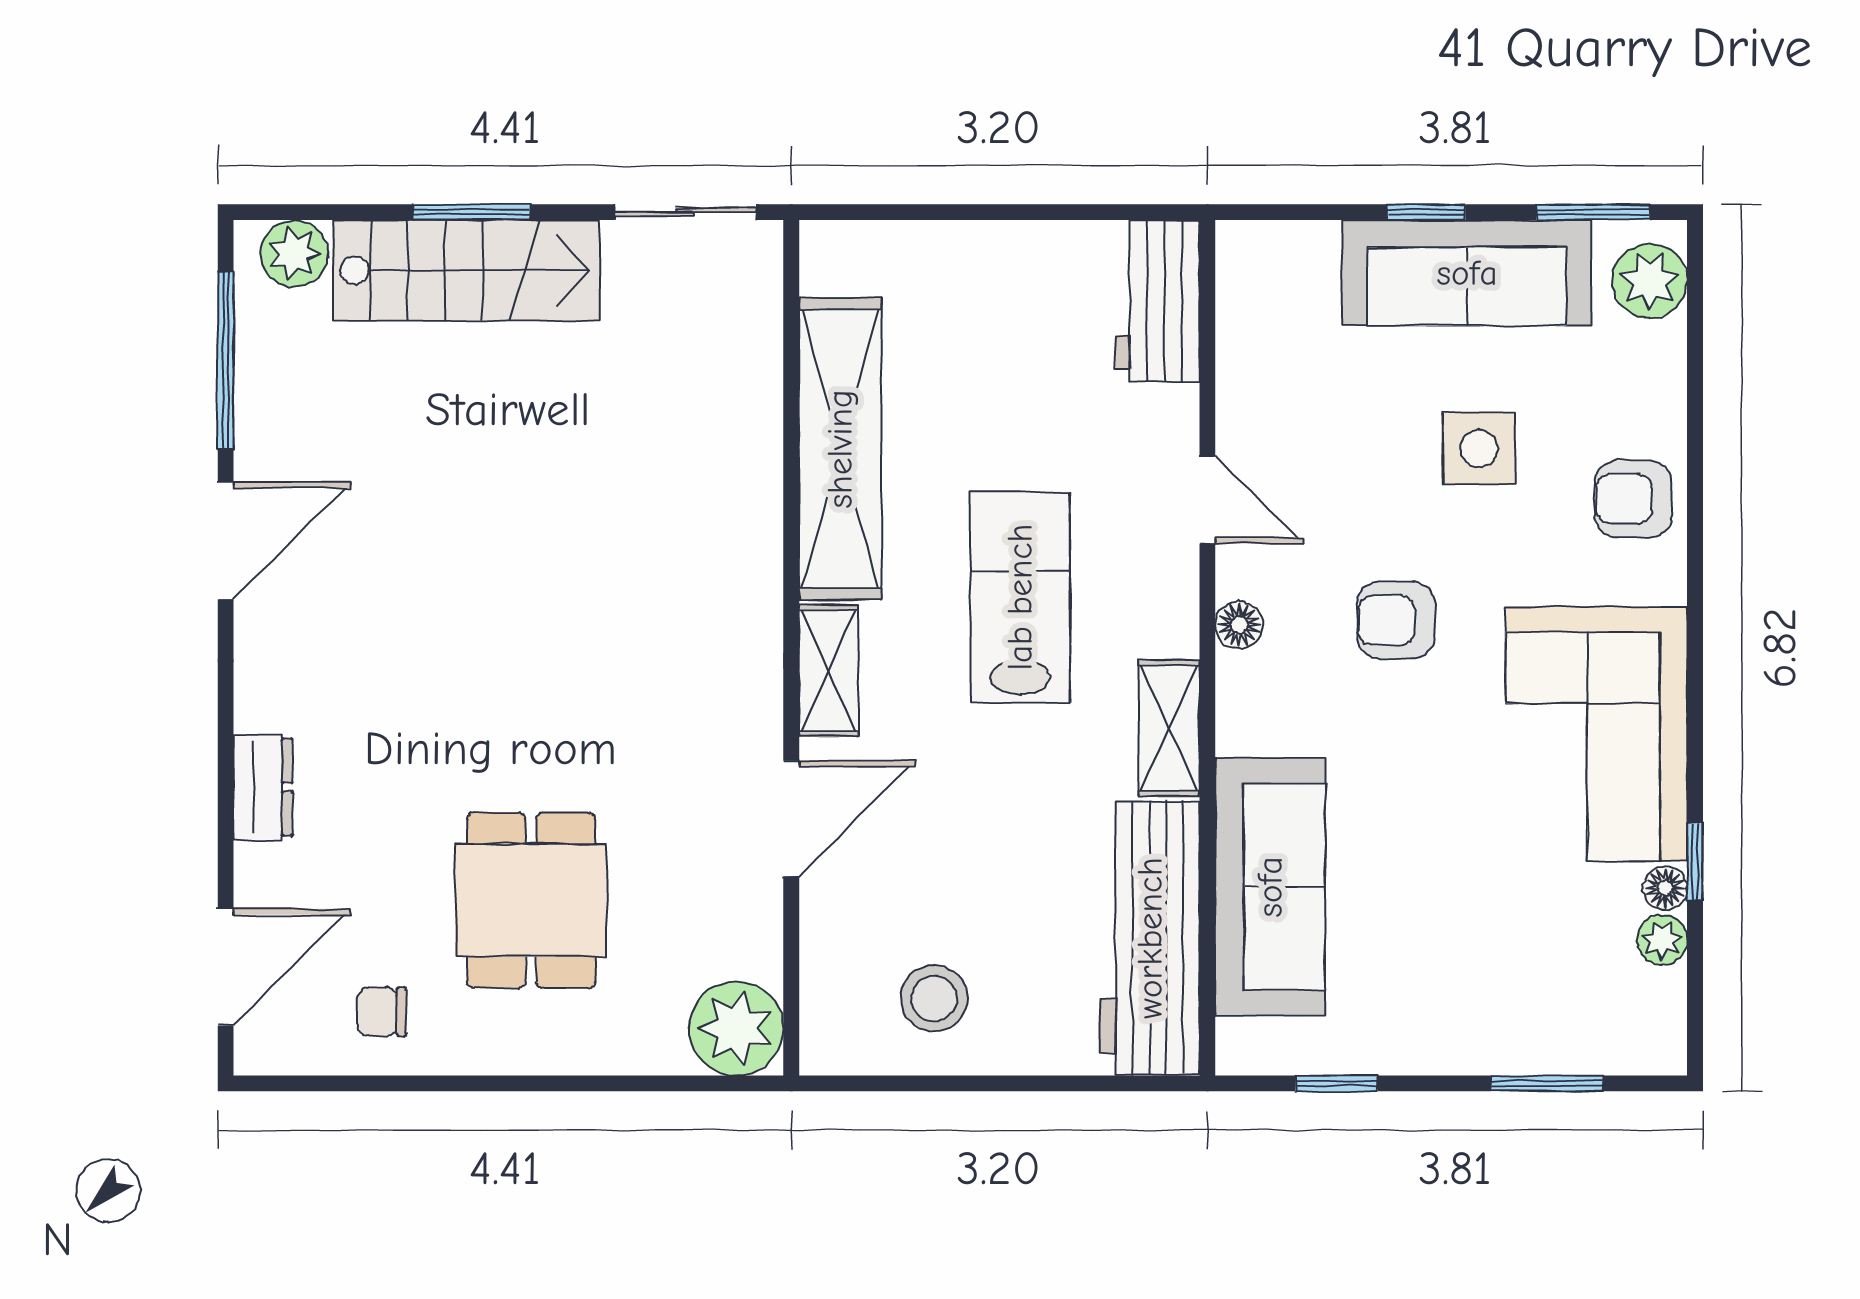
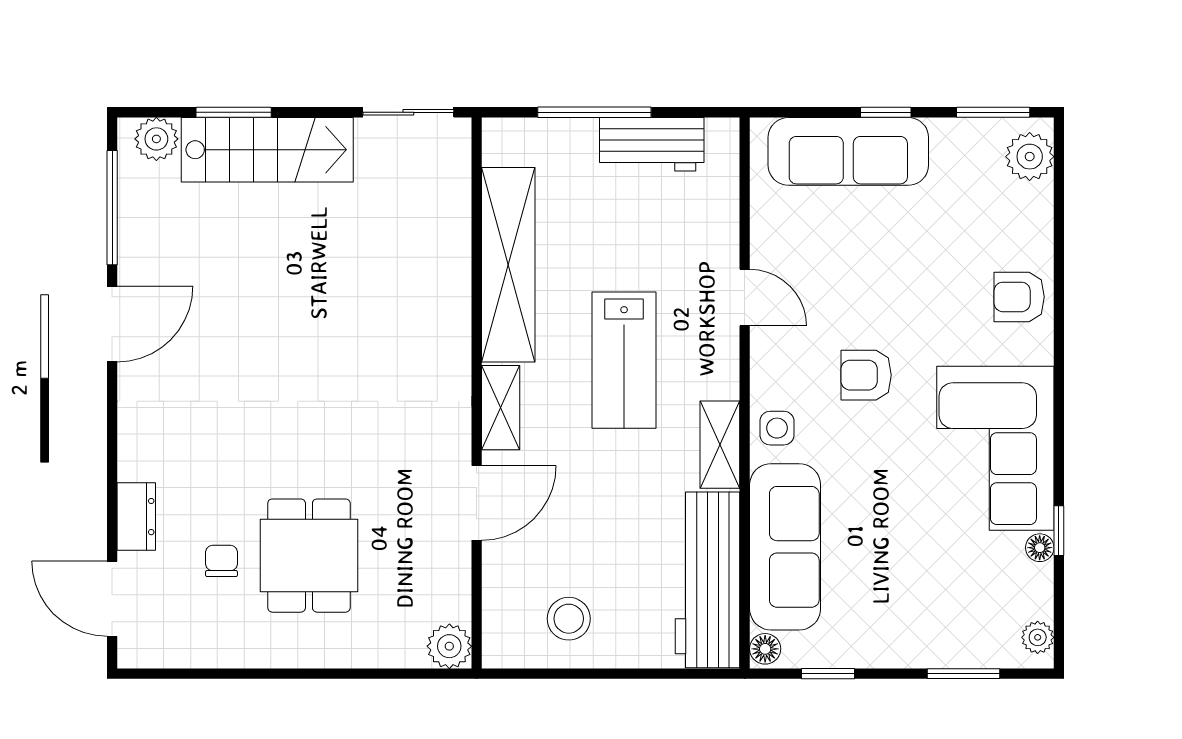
window: (471, 212) -> (234, 112), moved
window: (974, 212) -> (594, 112), added
sofa: (1467, 273) -> (848, 151), moved
workbench: (1158, 301) -> (652, 144), moved, turned -90
side table: (1479, 448) -> (777, 428), moved, width x0.73, depth x0.73
lab bench: (1020, 597) -> (624, 360), turned 180
floor lamp: (1239, 625) -> (765, 649), moved
dresser: (263, 787) -> (136, 517), moved
plant: (1662, 940) -> (1038, 637), moved
door: (226, 967) -> (112, 599), swing flipped
chair: (382, 1012) -> (221, 561), moved, turned 90
plant: (736, 1028) -> (449, 646), width x0.73, depth x0.73

